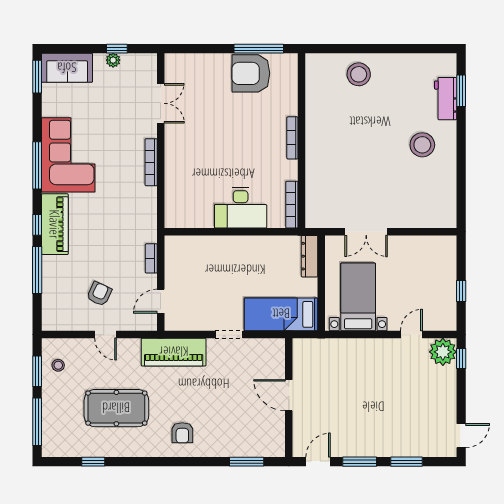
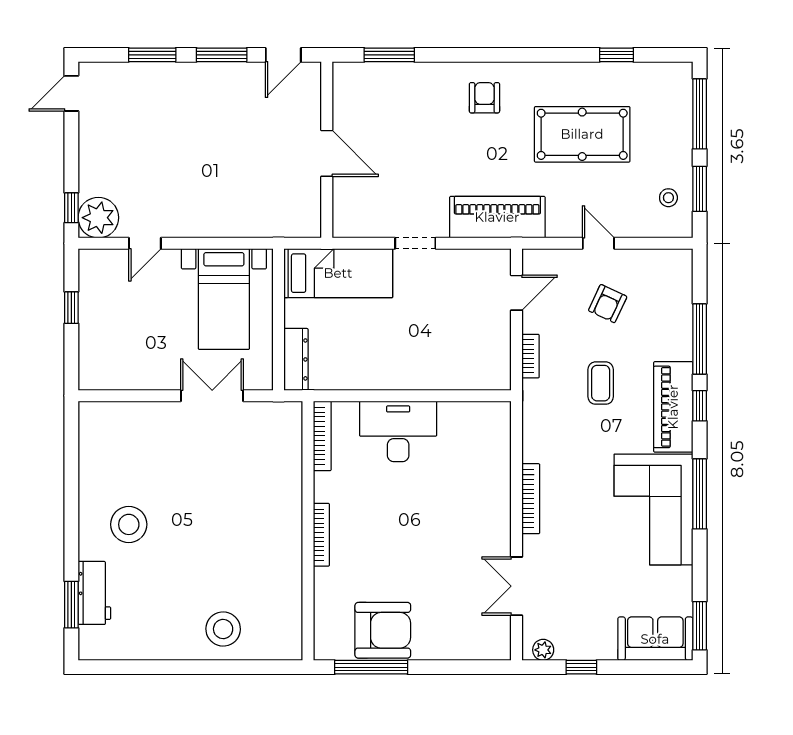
plant: (113, 60) -> (543, 650), moved
coffee table: (104, 240) -> (601, 383), added

